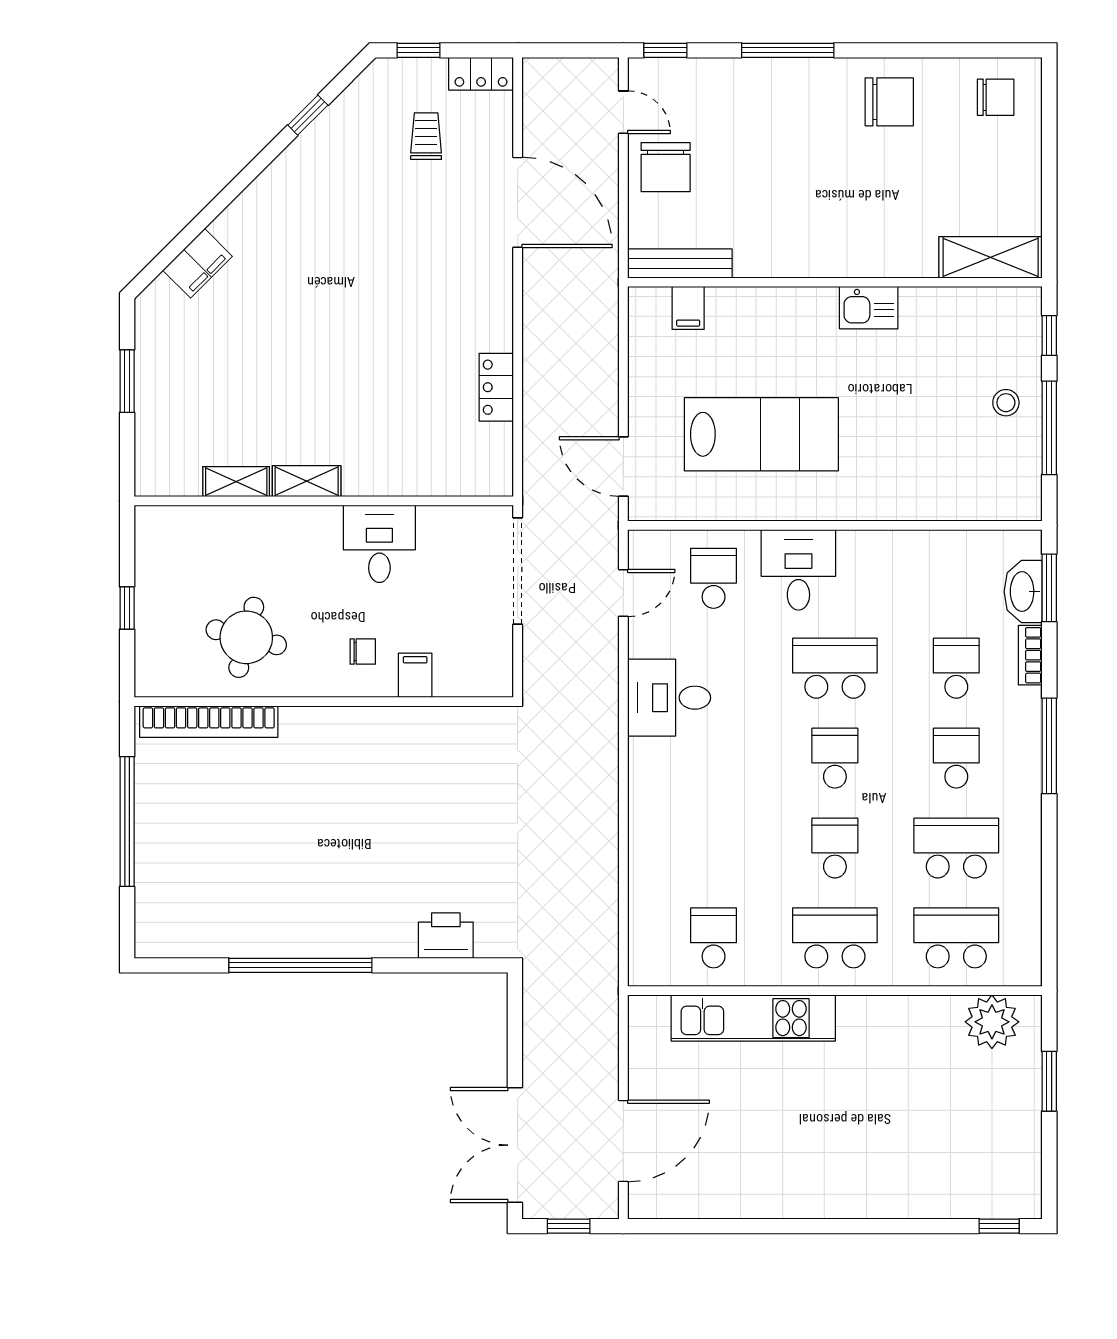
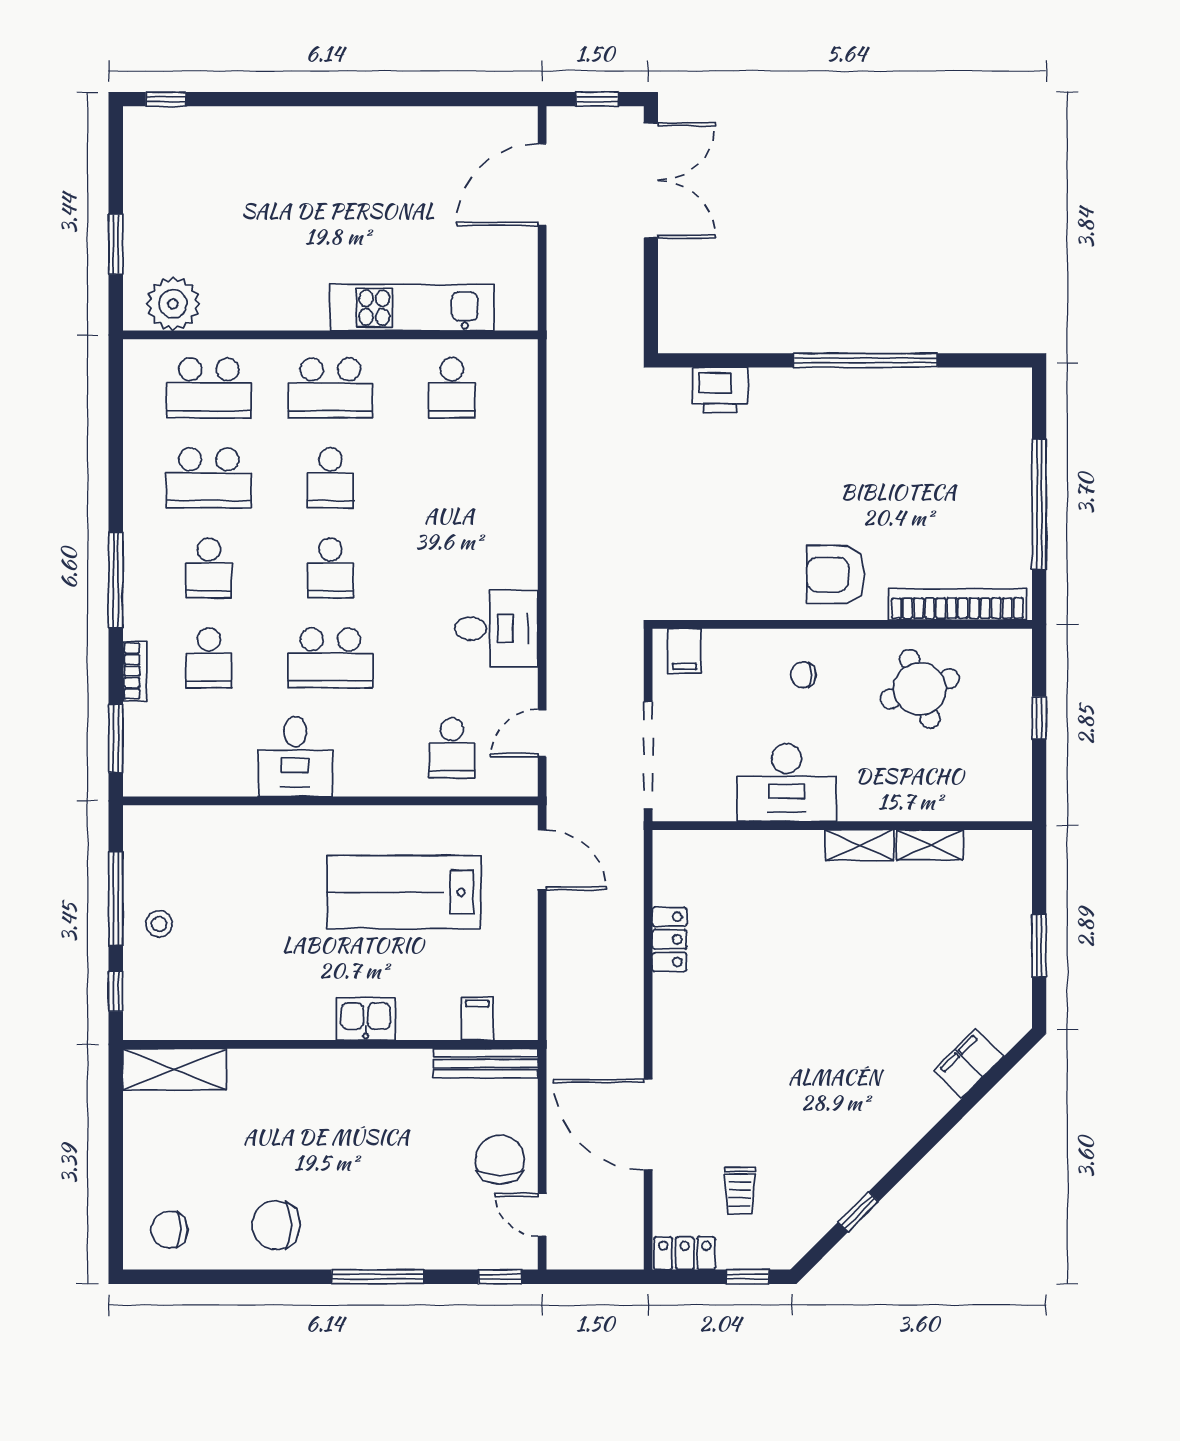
kitchen sink: (869, 308) -> (366, 1019), moved
desk: (379, 544) -> (787, 783), width x1.37
desk: (798, 570) -> (295, 756), moved
washbasin: (1023, 592) -> (142, 735), removed
round table: (246, 637) -> (920, 689), turned -33
filing cabinet: (415, 675) -> (685, 651), moved
armchair: (330, 751) -> (836, 575), added

